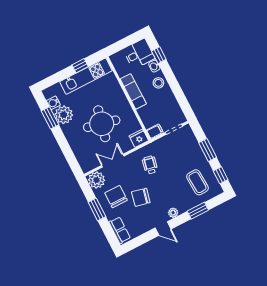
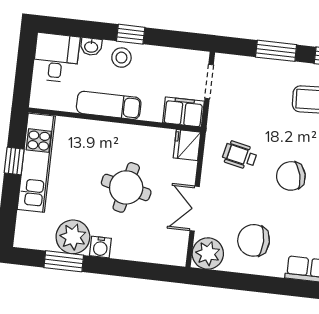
window: (159, 55) -> (131, 34), moved
water cooler: (53, 103) -> (100, 247), moved
round table: (102, 124) -> (126, 187), width x0.73, depth x0.73
filing cabinet: (155, 132) -> (183, 112), width x2.00
chair: (141, 197) -> (291, 176), moved, turned 63
window: (97, 209) -> (254, 283), removed

